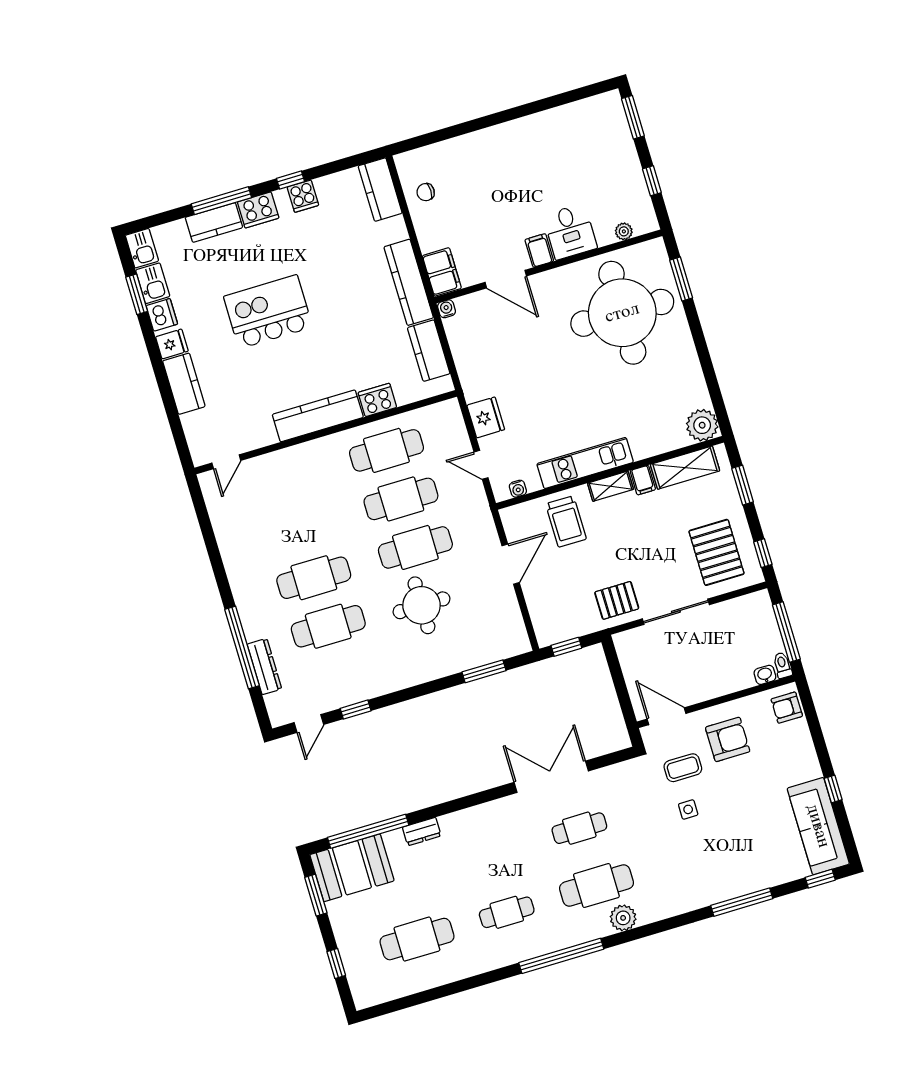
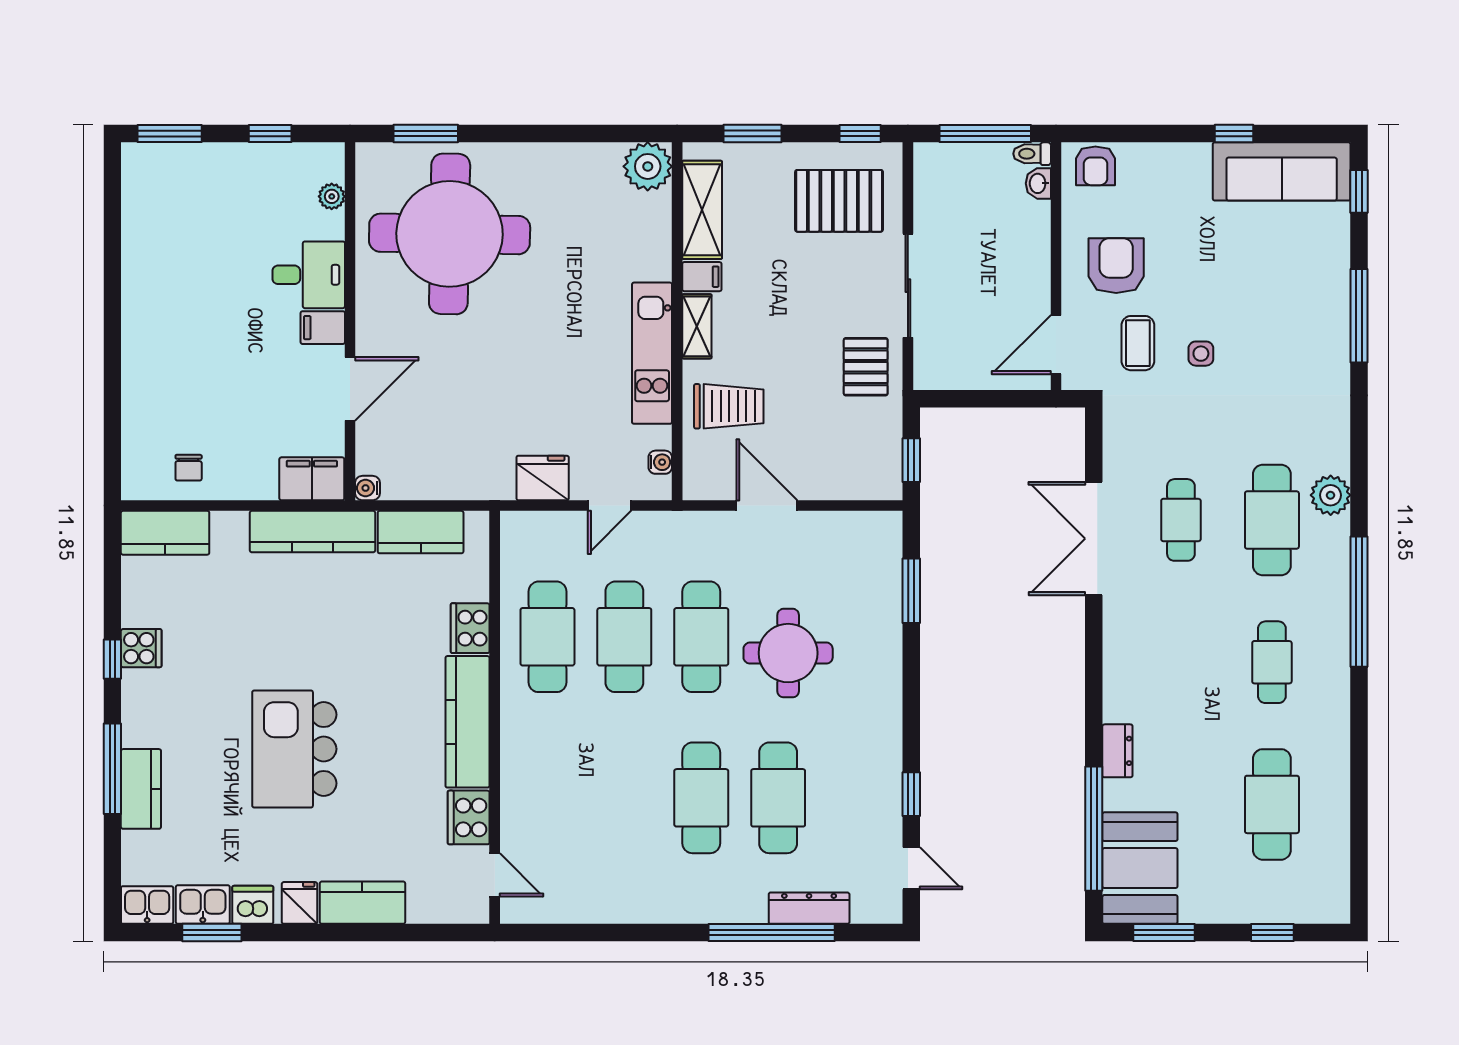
cooker: (258, 210) -> (469, 817), moved, turned 180

